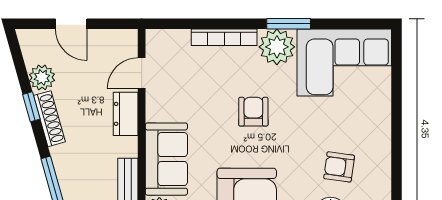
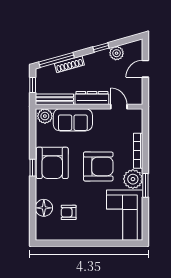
armchair: (253, 112) -> (98, 166), width x1.88, depth x1.88
dresser: (126, 114) -> (92, 98), width x1.44
shoe rack: (49, 119) -> (69, 64), moved
armchair: (339, 167) -> (69, 212), turned -98

